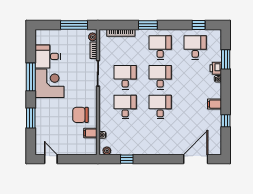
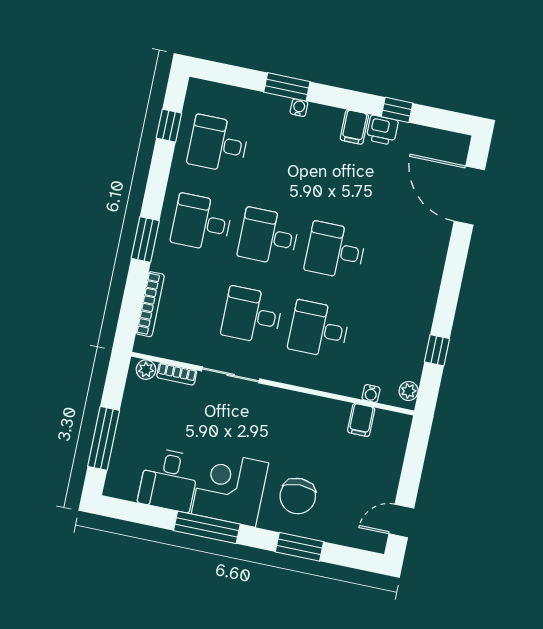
window: (74, 25) -> (104, 438), moved
window: (226, 59) -> (287, 87), moved
printer: (216, 68) -> (382, 130), moved
chair: (81, 115) -> (298, 496), moved

